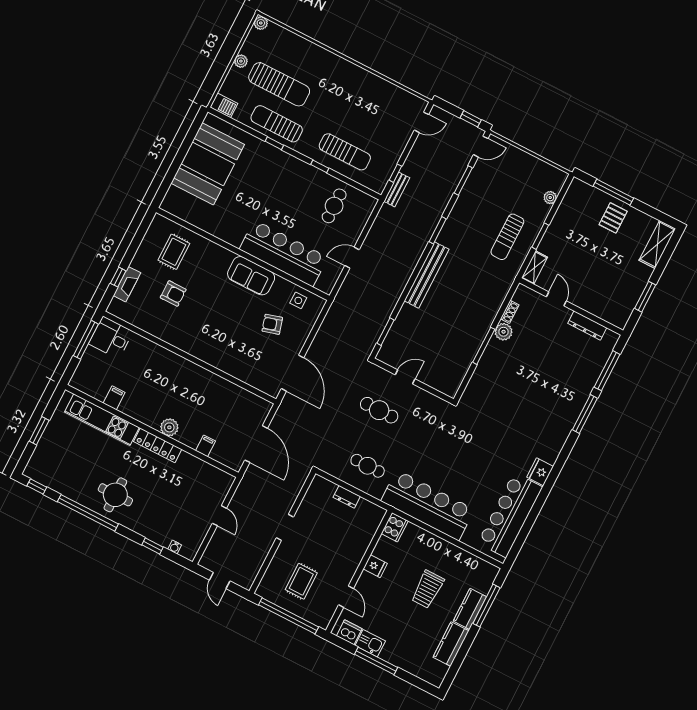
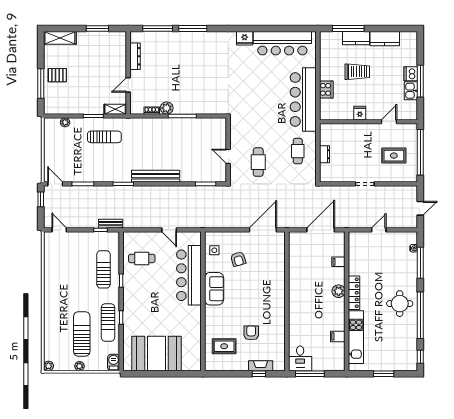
cooker: (395, 527) -> (326, 89), moved, turned 90
window: (153, 546) -> (420, 263), width x2.17
dishwasher: (349, 632) -> (411, 74), moved

